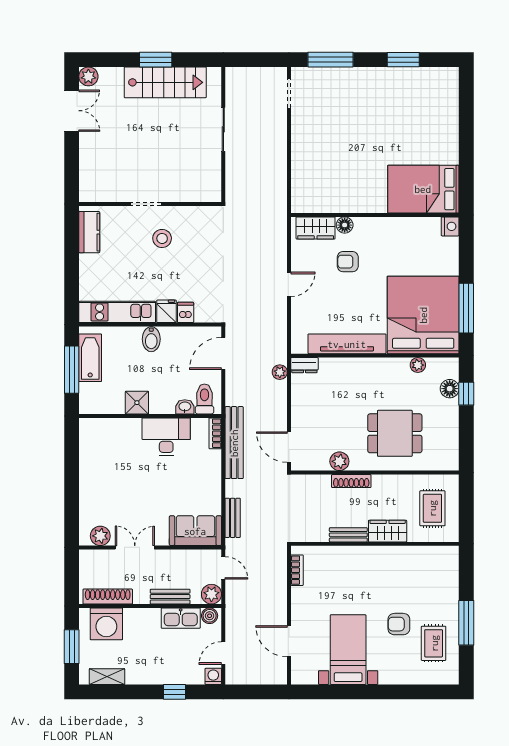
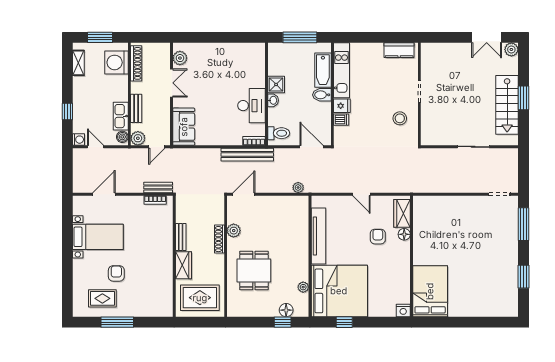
stool: (162, 238) -> (400, 118), moved
window: (466, 308) -> (344, 322), width x0.46
bathtub: (90, 358) -> (323, 70), moved, turned 90
dresser: (304, 365) -> (303, 205), removed
washbasin: (185, 407) -> (273, 100), moved
rug: (432, 508) -> (200, 298), width x1.36, depth x1.43
bench: (233, 518) -> (158, 187), moved

